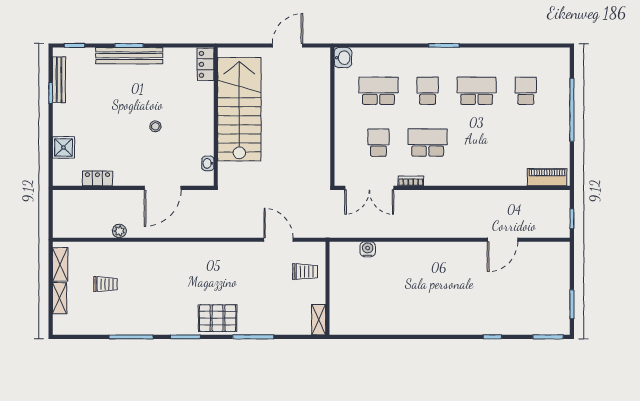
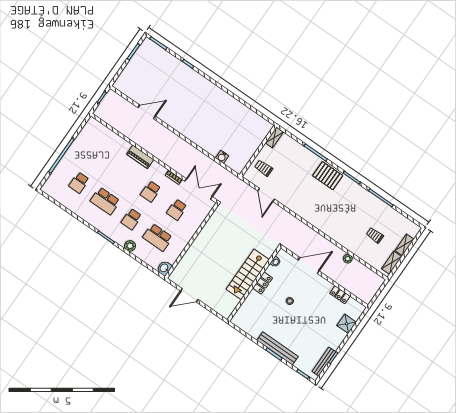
plant: (406, 56) -> (130, 246), added
locker: (206, 64) -> (263, 283), moved
stairs: (239, 109) -> (248, 274), width x0.73, depth x0.66
school desk: (428, 143) -> (151, 191), width x0.54
piano: (547, 177) -> (140, 157), moved

